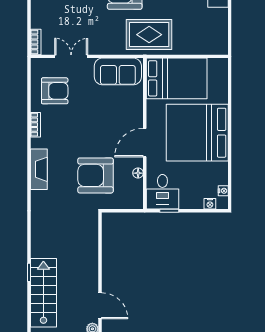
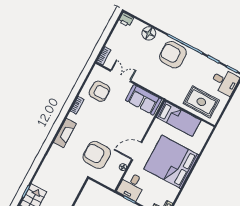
rug: (149, 35) -> (201, 102), moved
bed: (177, 78) -> (179, 119), width x0.67

